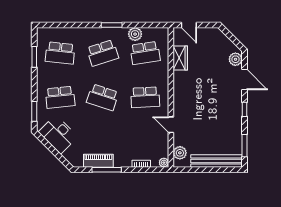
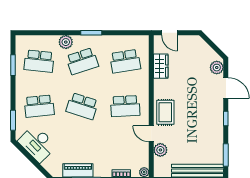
plant: (135, 34) -> (66, 42), moved
rug: (185, 103) -> (165, 112), added
plant: (180, 153) -> (160, 150), moved

